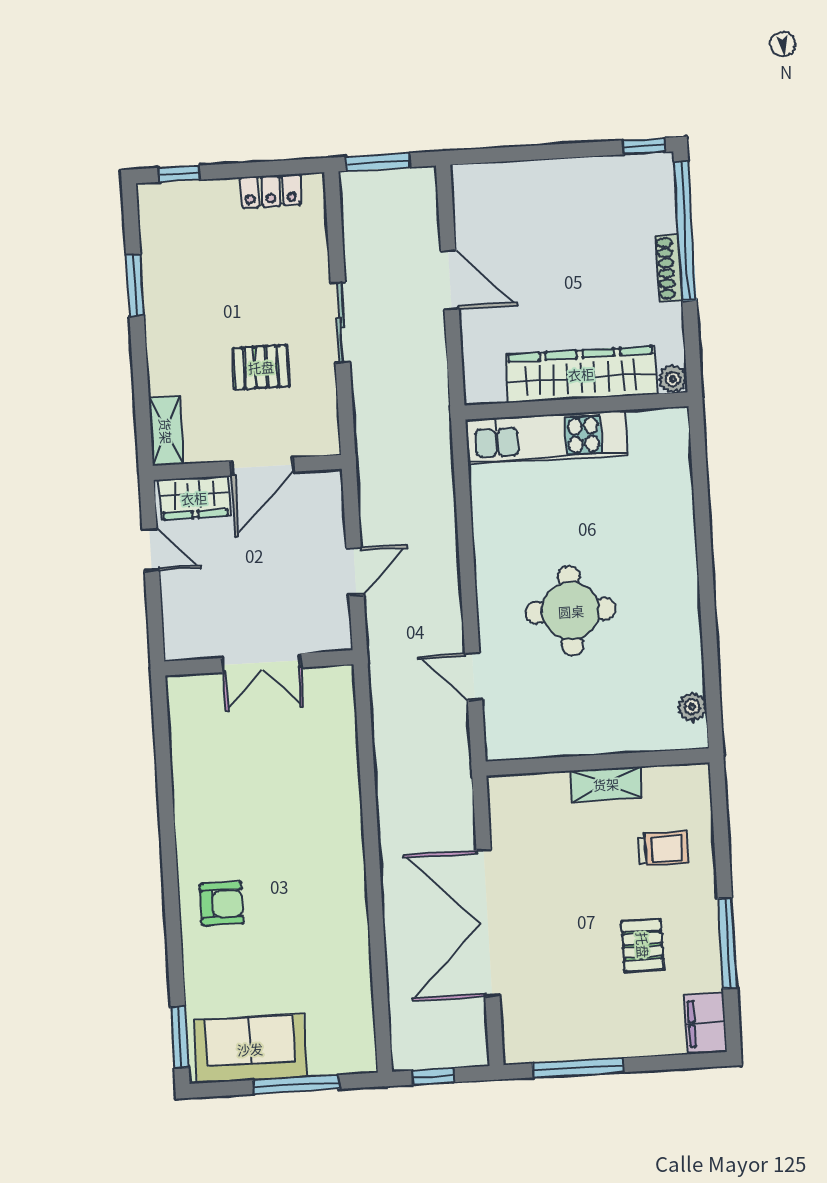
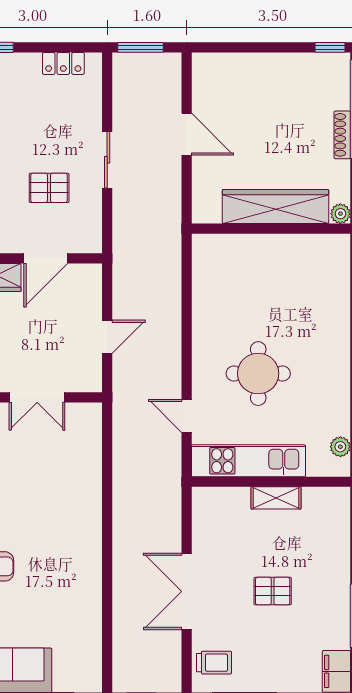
kitchen unit: (547, 437) -> (248, 461), moved, turned 180
trolley: (663, 849) -> (214, 663), moved
double door: (488, 923) -> (187, 591), width x0.73
pallet: (643, 945) -> (273, 591), moved, turned 90

